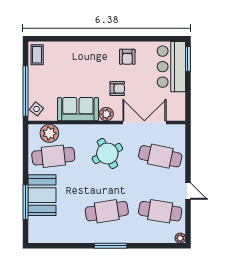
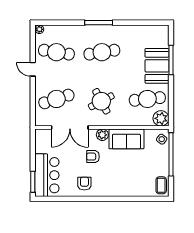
plant: (49, 133) -> (161, 118), moved
cafe table: (160, 156) -> (56, 99), turned -30

